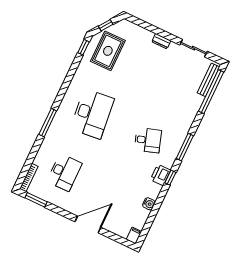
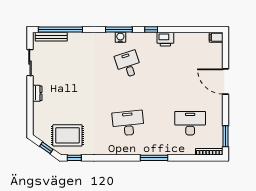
desk: (92, 114) -> (128, 123), width x0.73, depth x0.77
printer: (160, 175) -> (165, 39), moved
water cooler: (149, 204) -> (120, 37), moved

